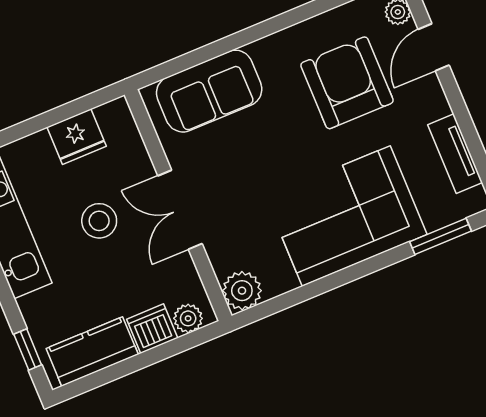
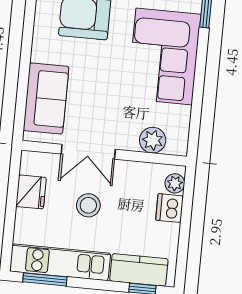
double door: (180, 210) -> (88, 152), moved
plant: (242, 291) -> (153, 140), moved
kitchen counter: (92, 351) -> (139, 270), moved, turned 90

